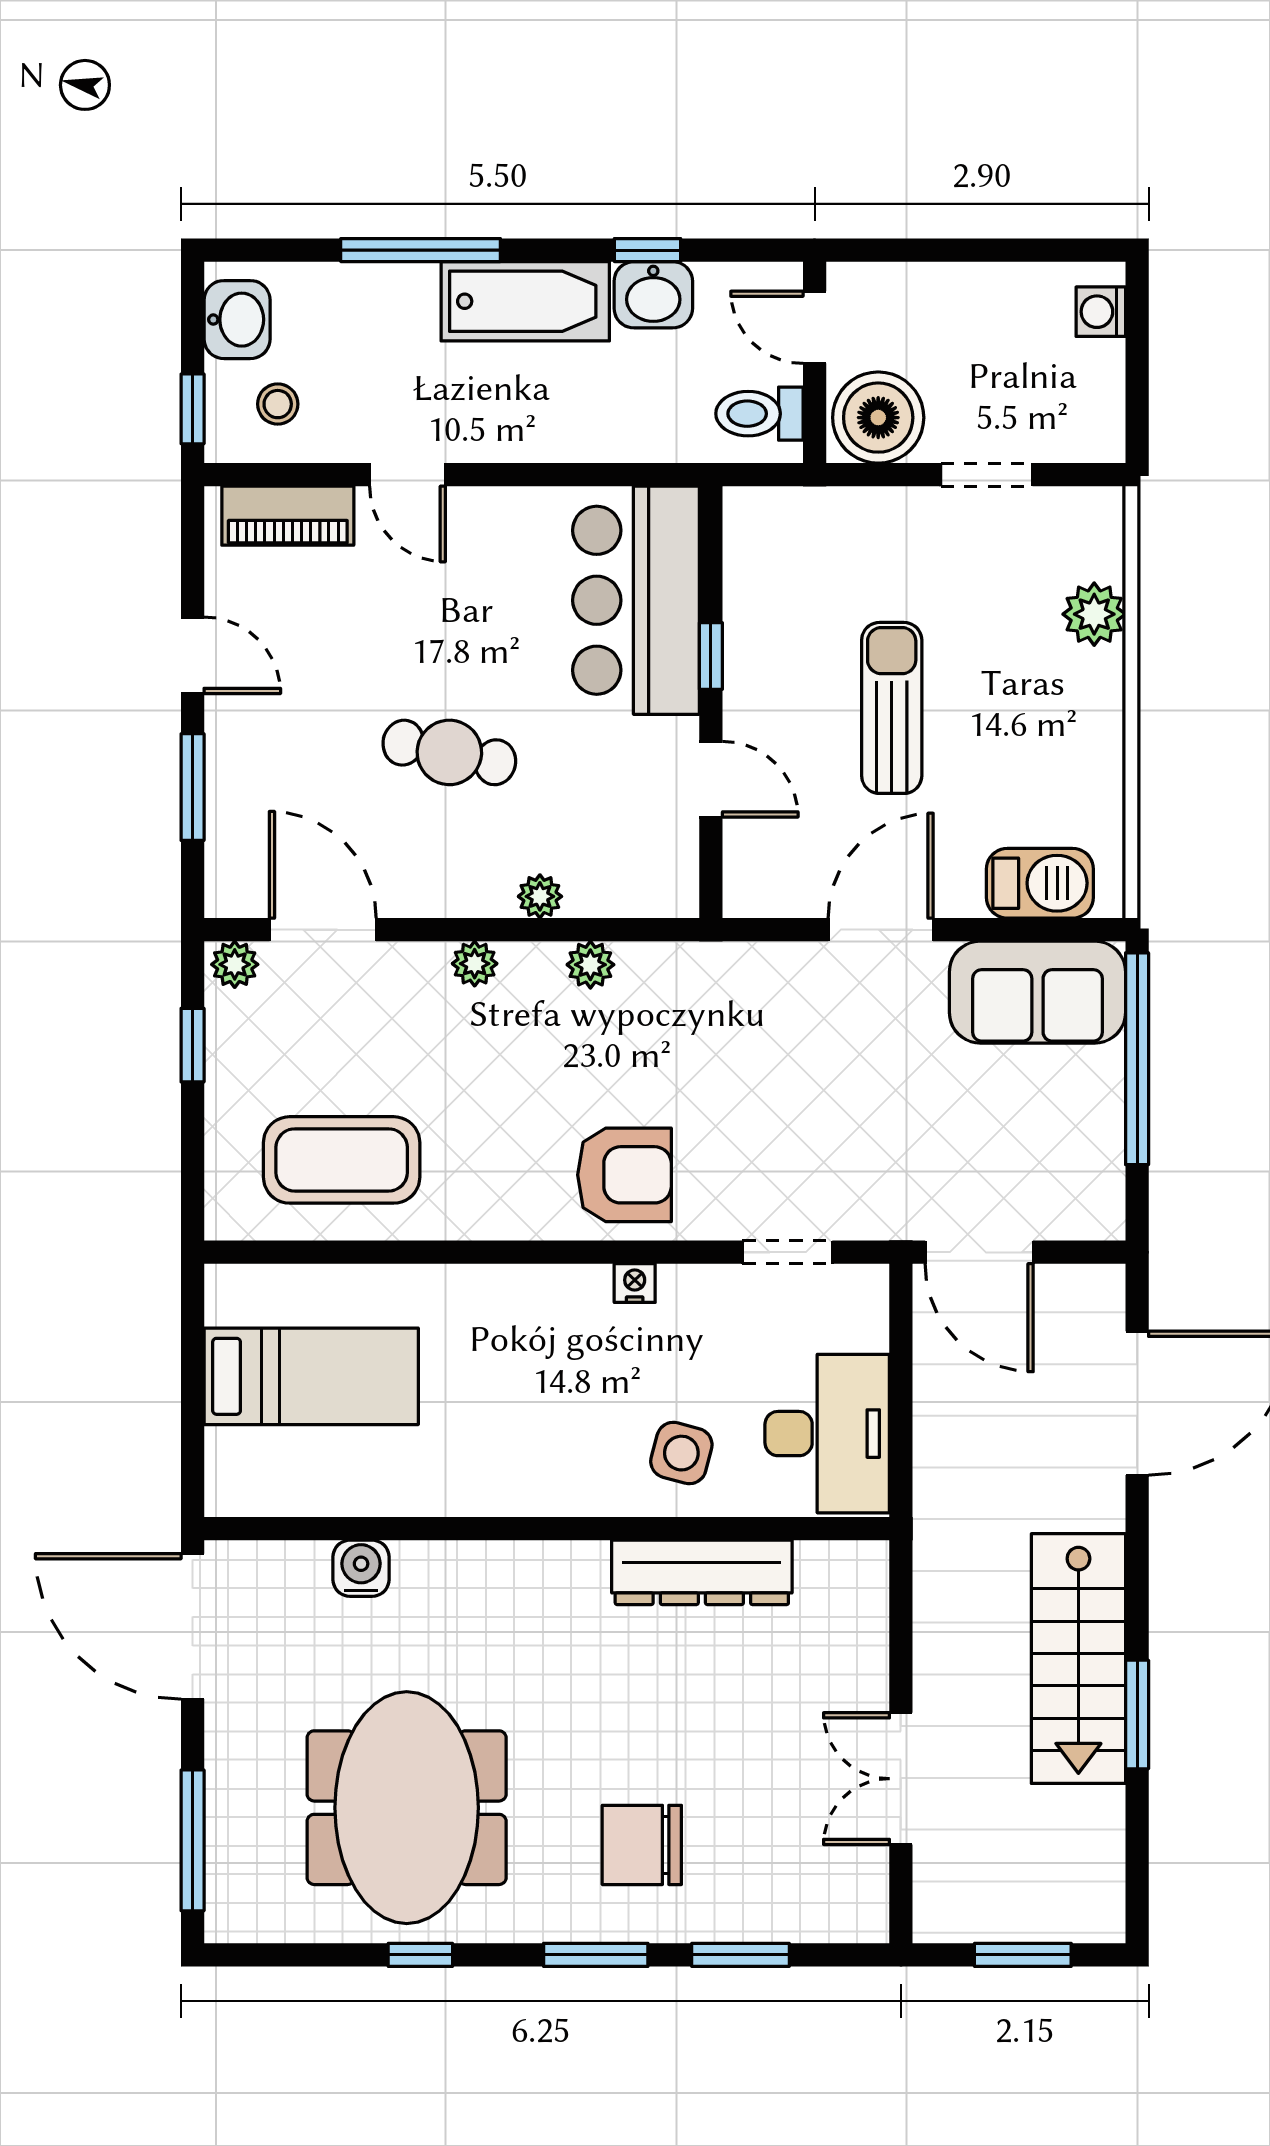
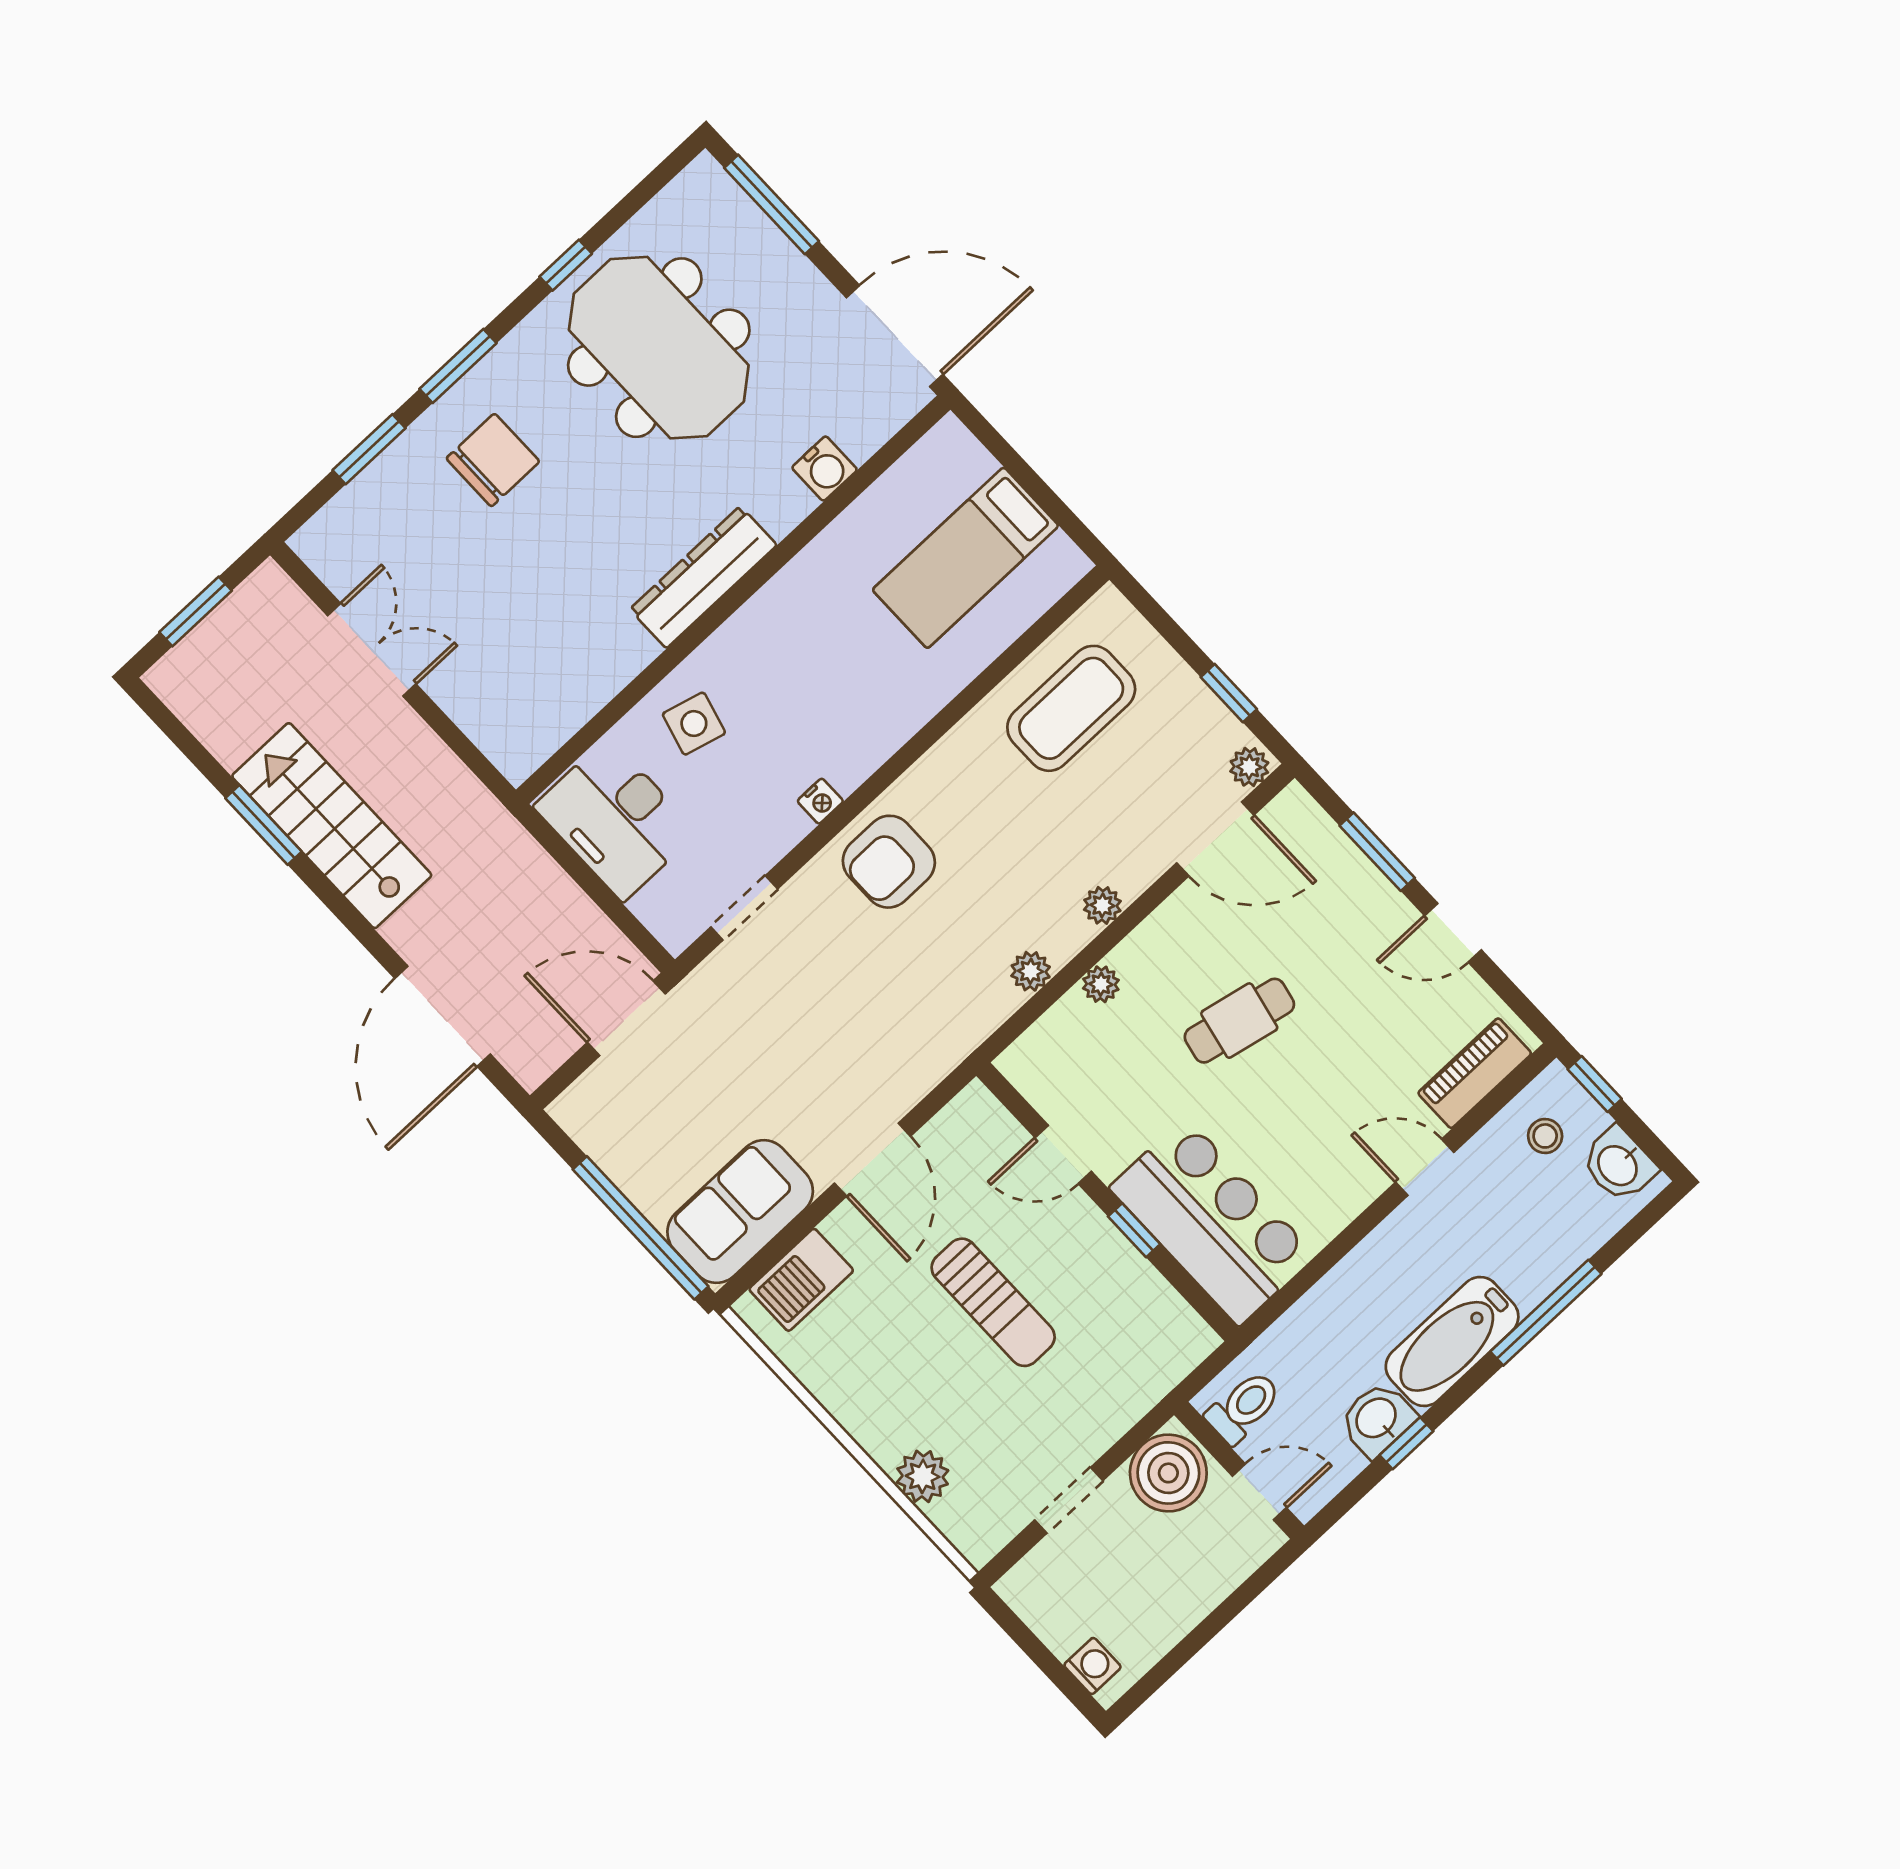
dresser: (702, 1572) -> (703, 577), moved

